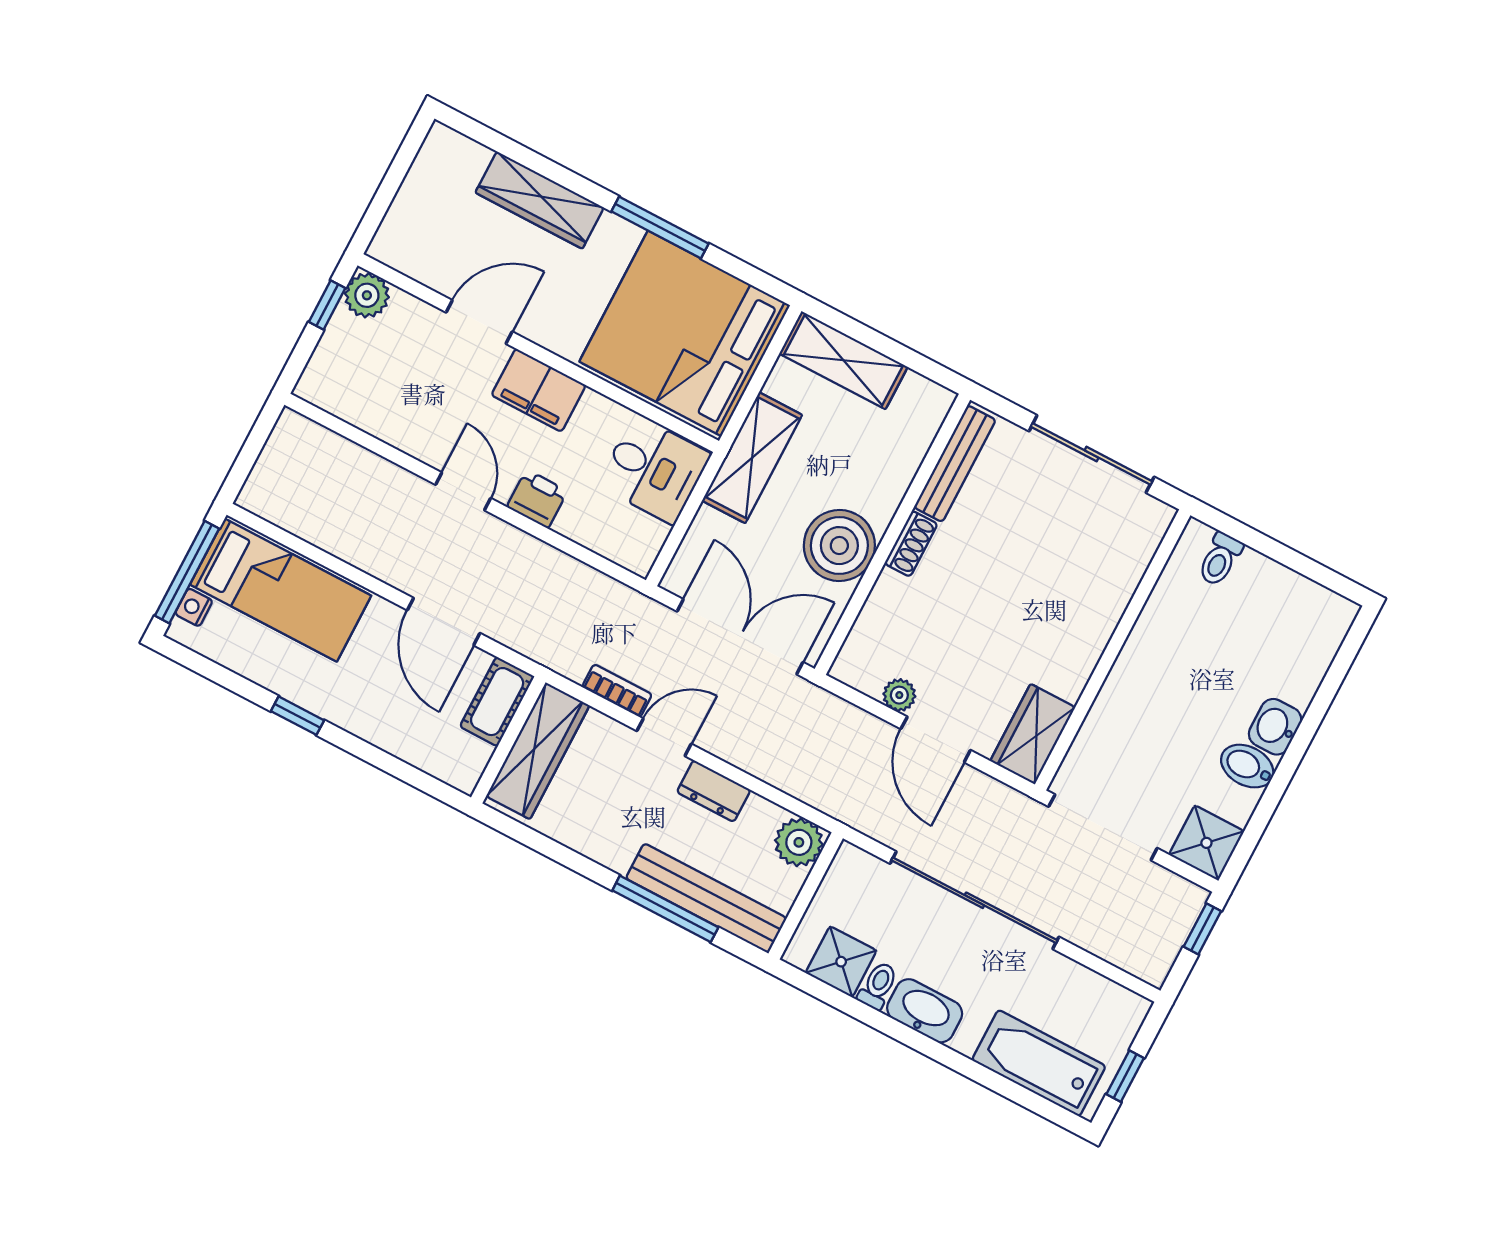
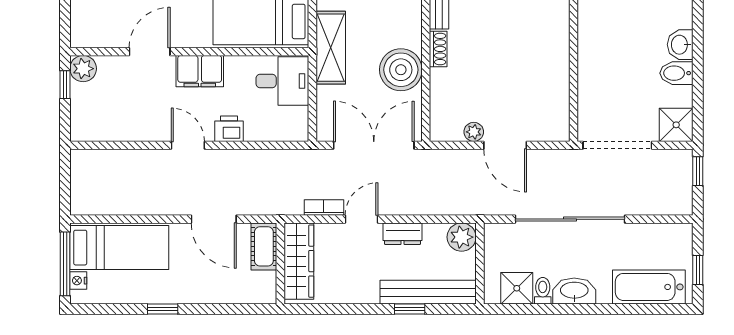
wardrobe: (1033, 734) -> (555, 116), removed
window: (665, 909) -> (410, 309), width x0.46

